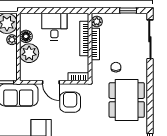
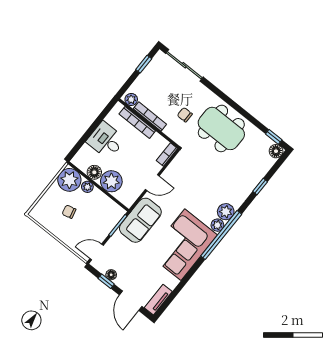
armchair: (70, 102) -> (183, 180), removed

